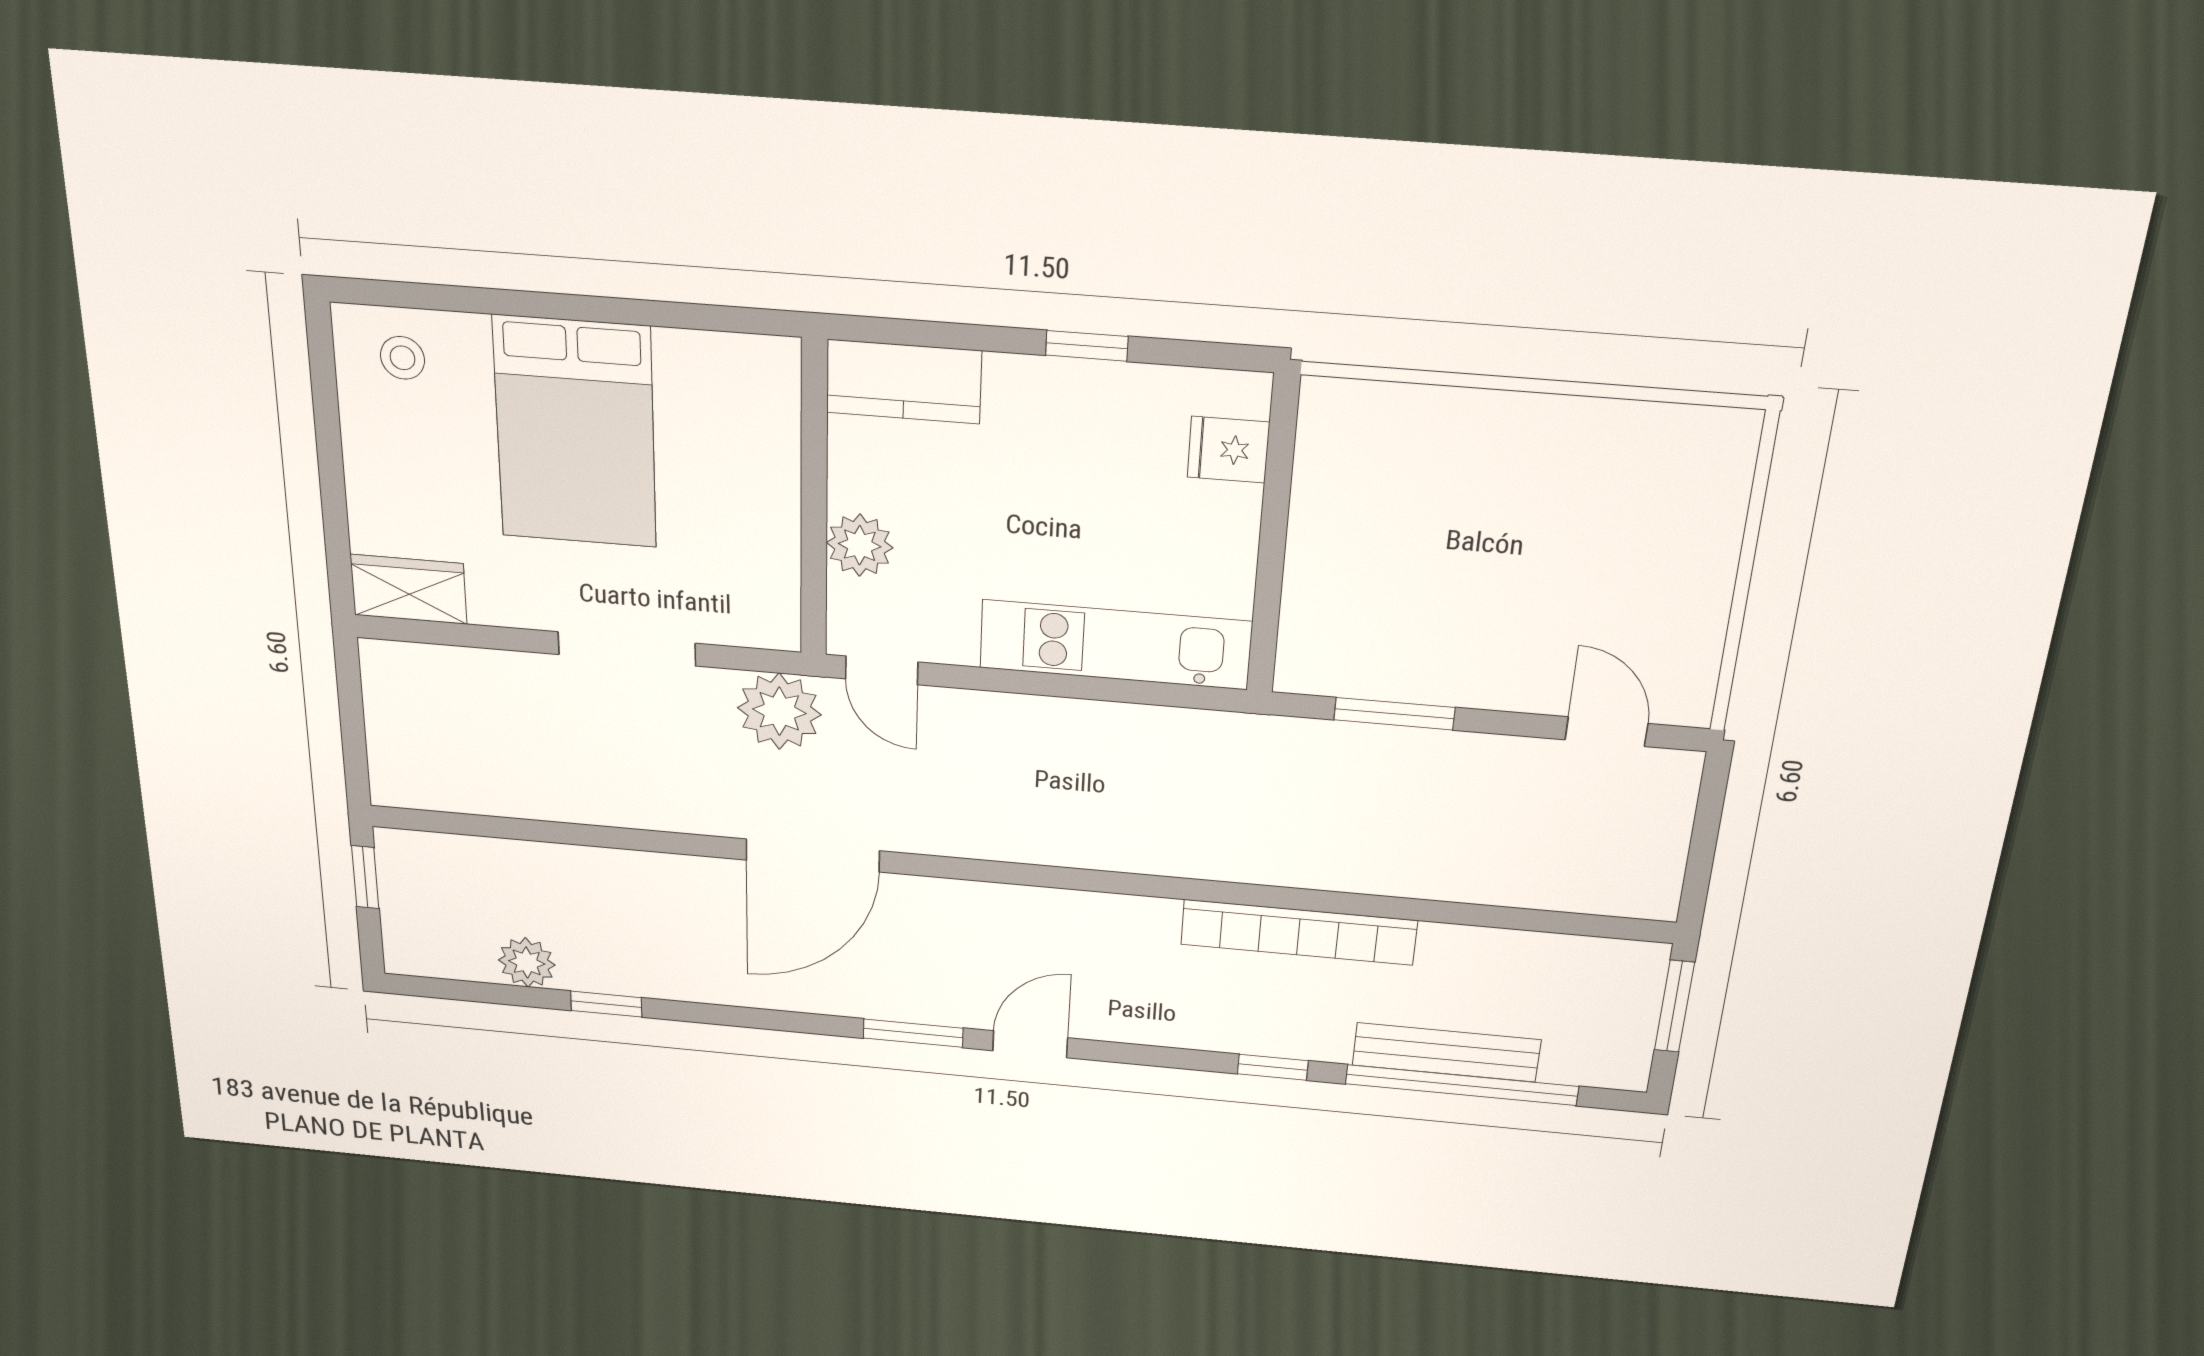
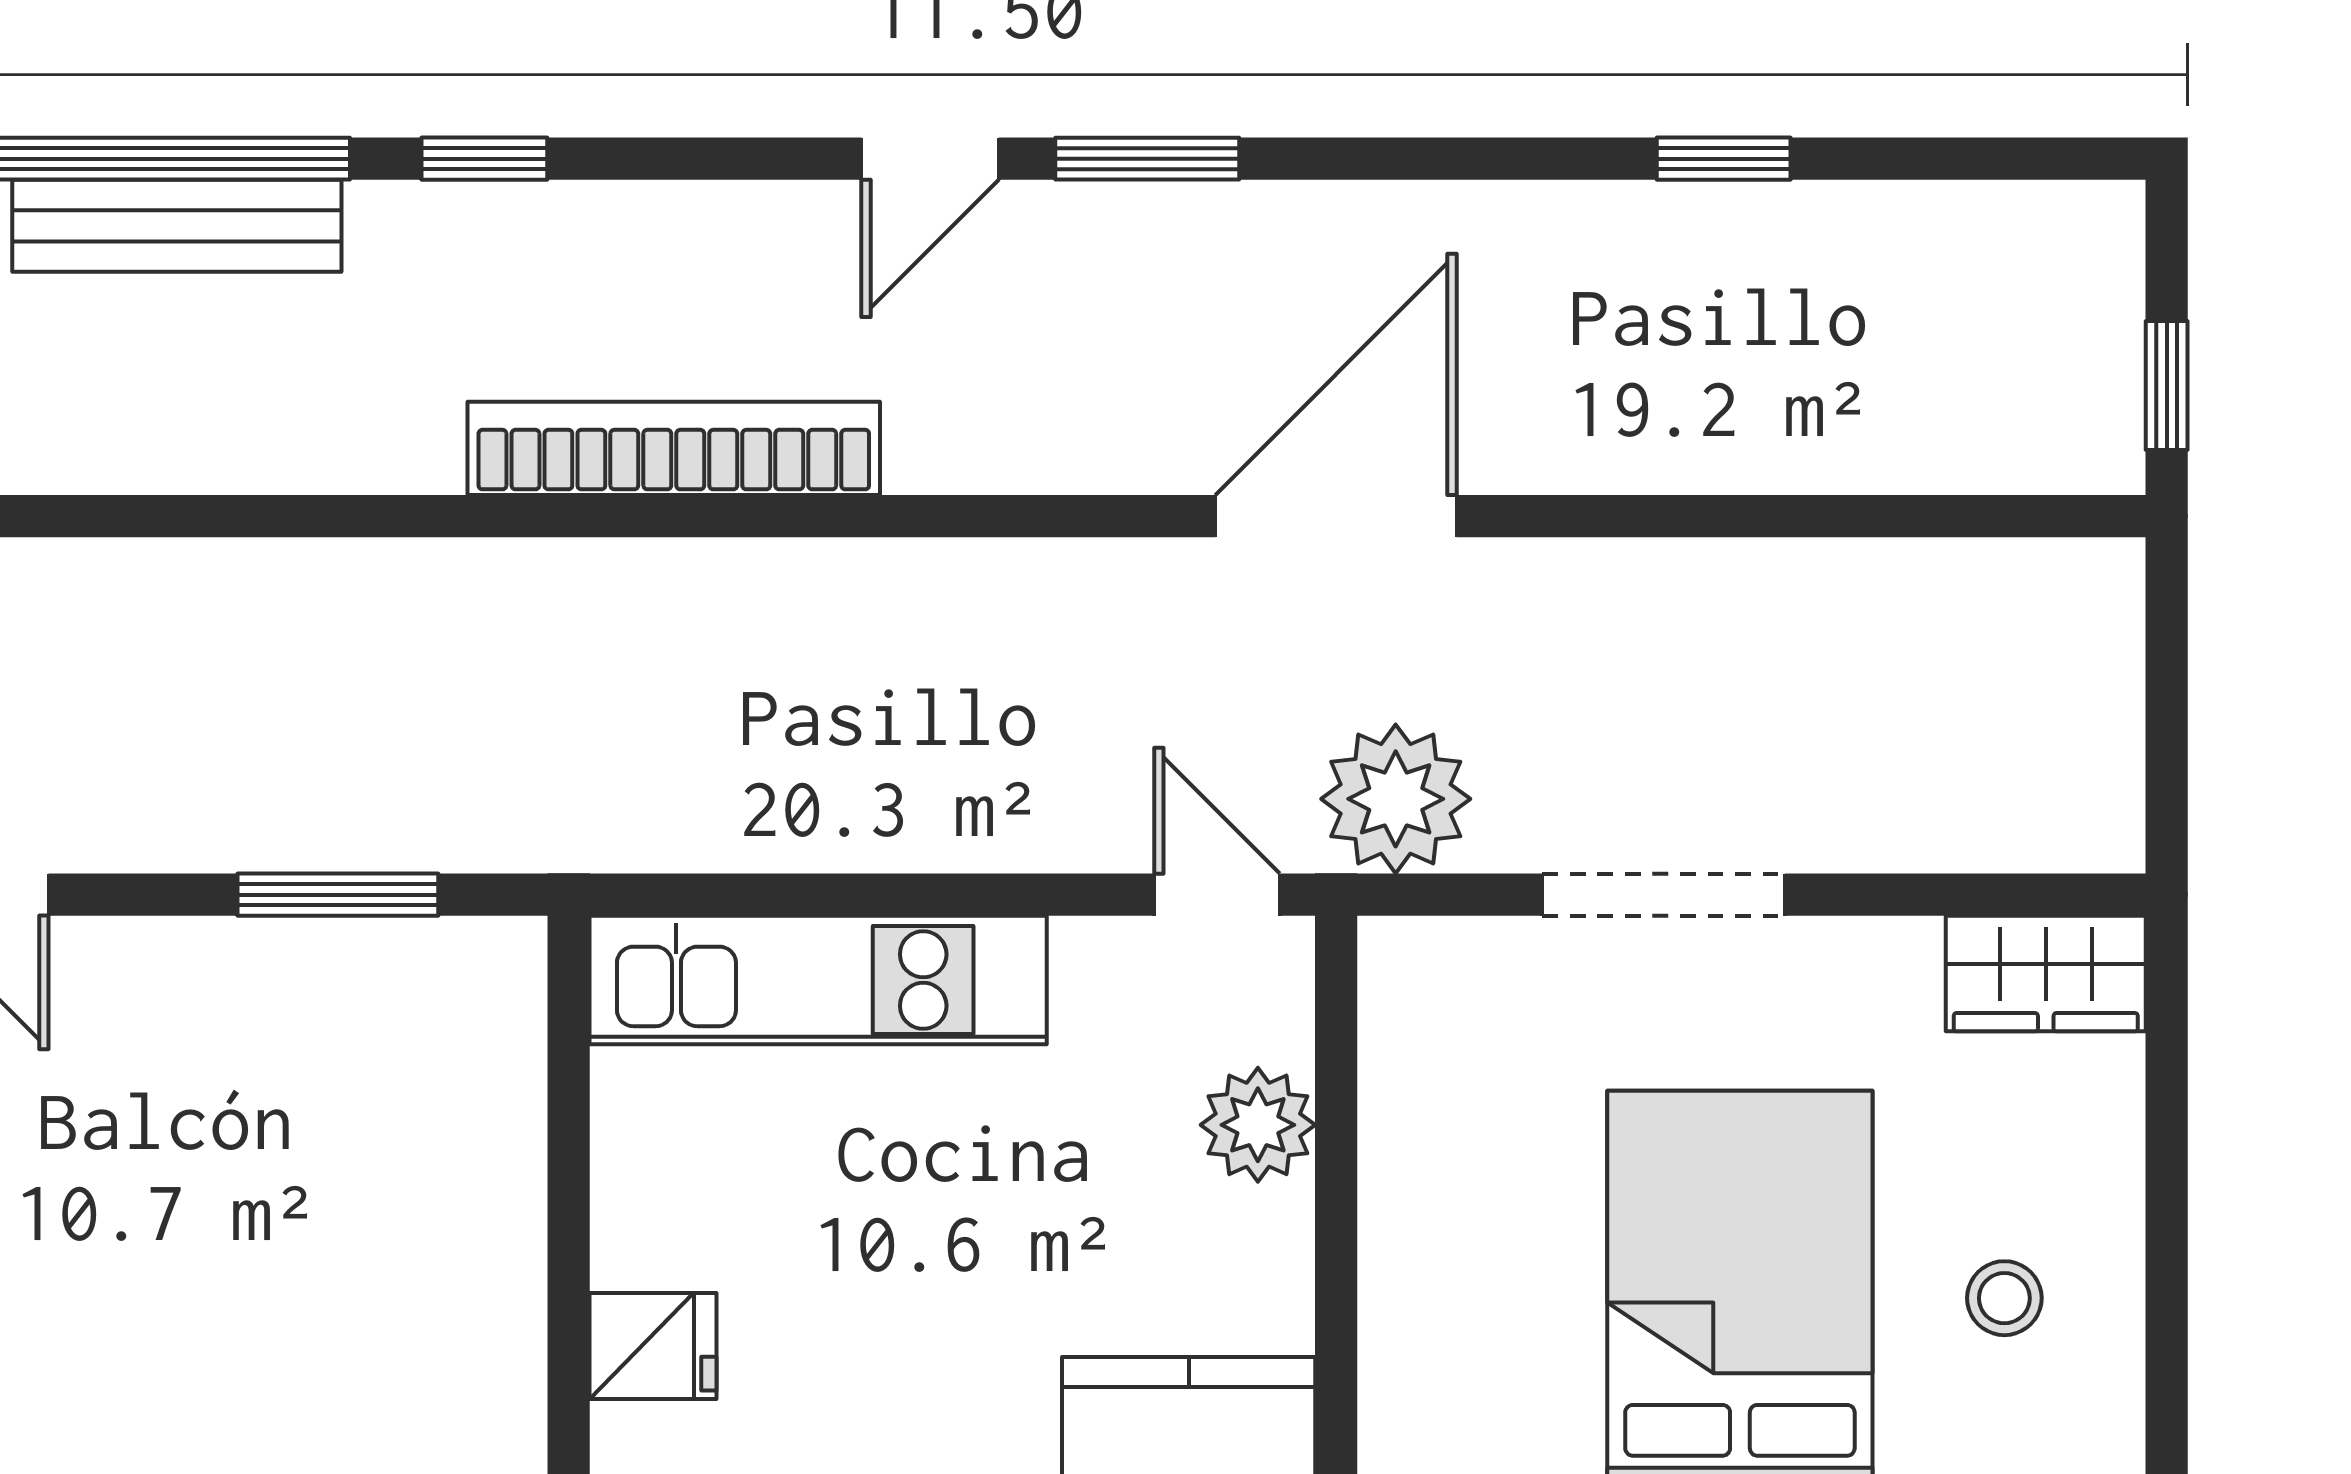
stool: (403, 358) -> (2004, 1298), moved
bookcase: (1299, 932) -> (674, 448), moved
plant: (527, 962) -> (1871, 234), removed

